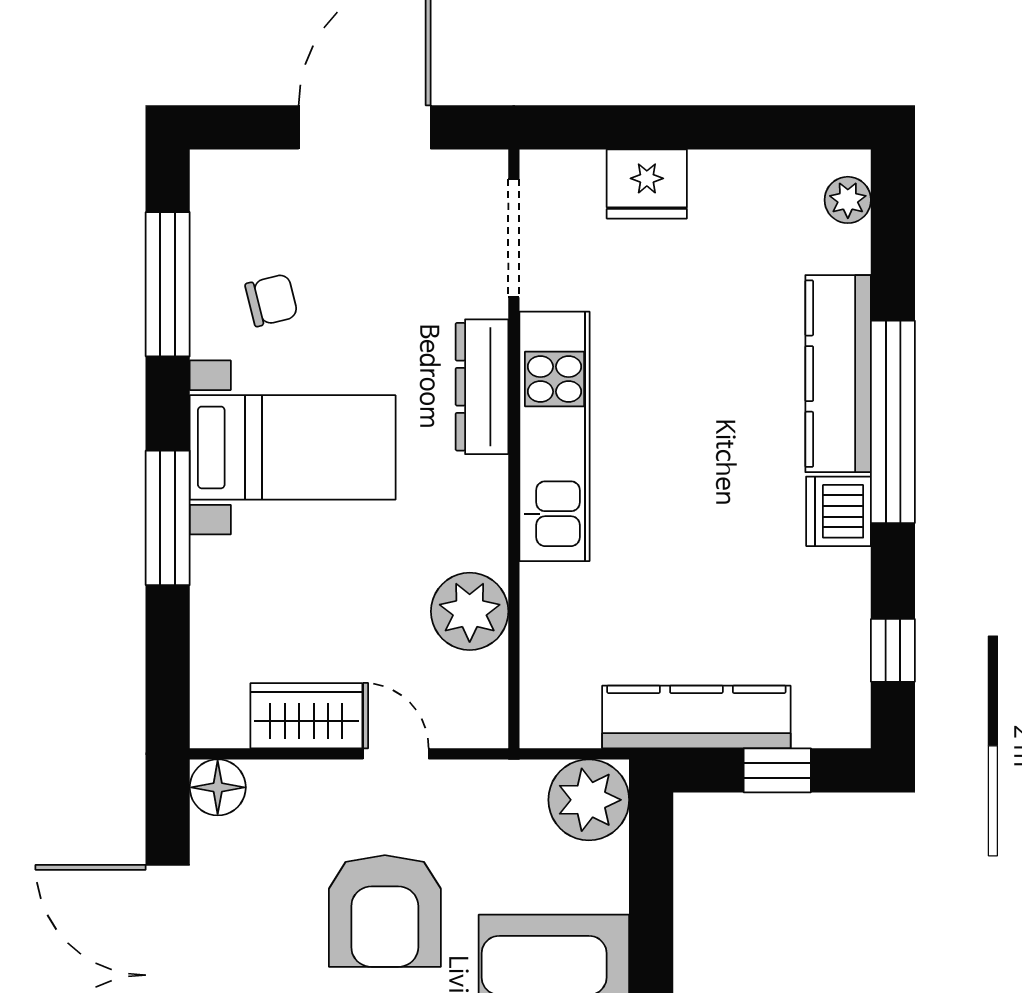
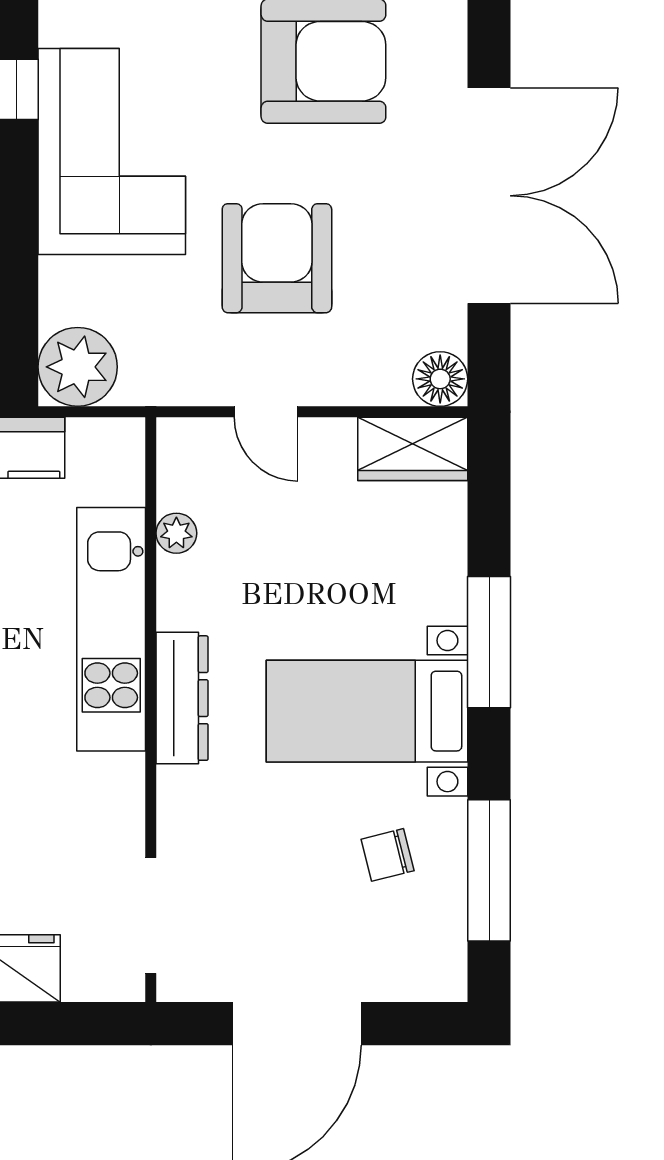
dresser: (482, 387) -> (182, 698), moved
kitchen unit: (554, 436) -> (111, 629), moved
plant: (470, 611) -> (176, 533), width x0.53, depth x0.53
wardrobe: (306, 716) -> (413, 449), moved

